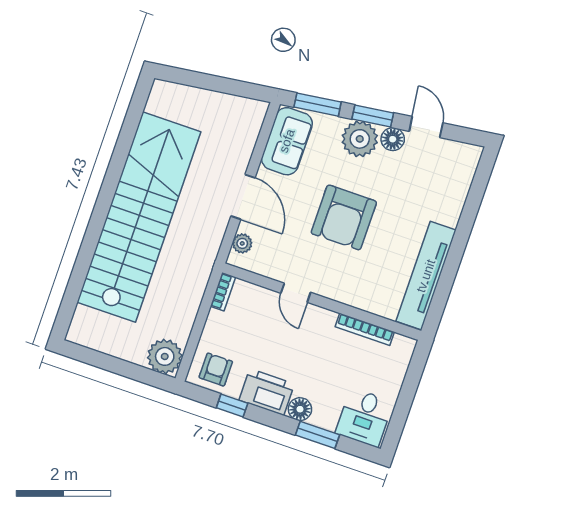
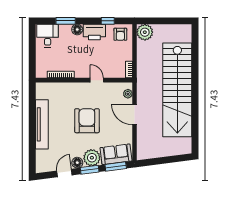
door: (426, 127) -> (64, 173), swing flipped
sofa: (287, 141) -> (116, 154), moved, turned 83
tv unit: (426, 276) -> (42, 124), moved

